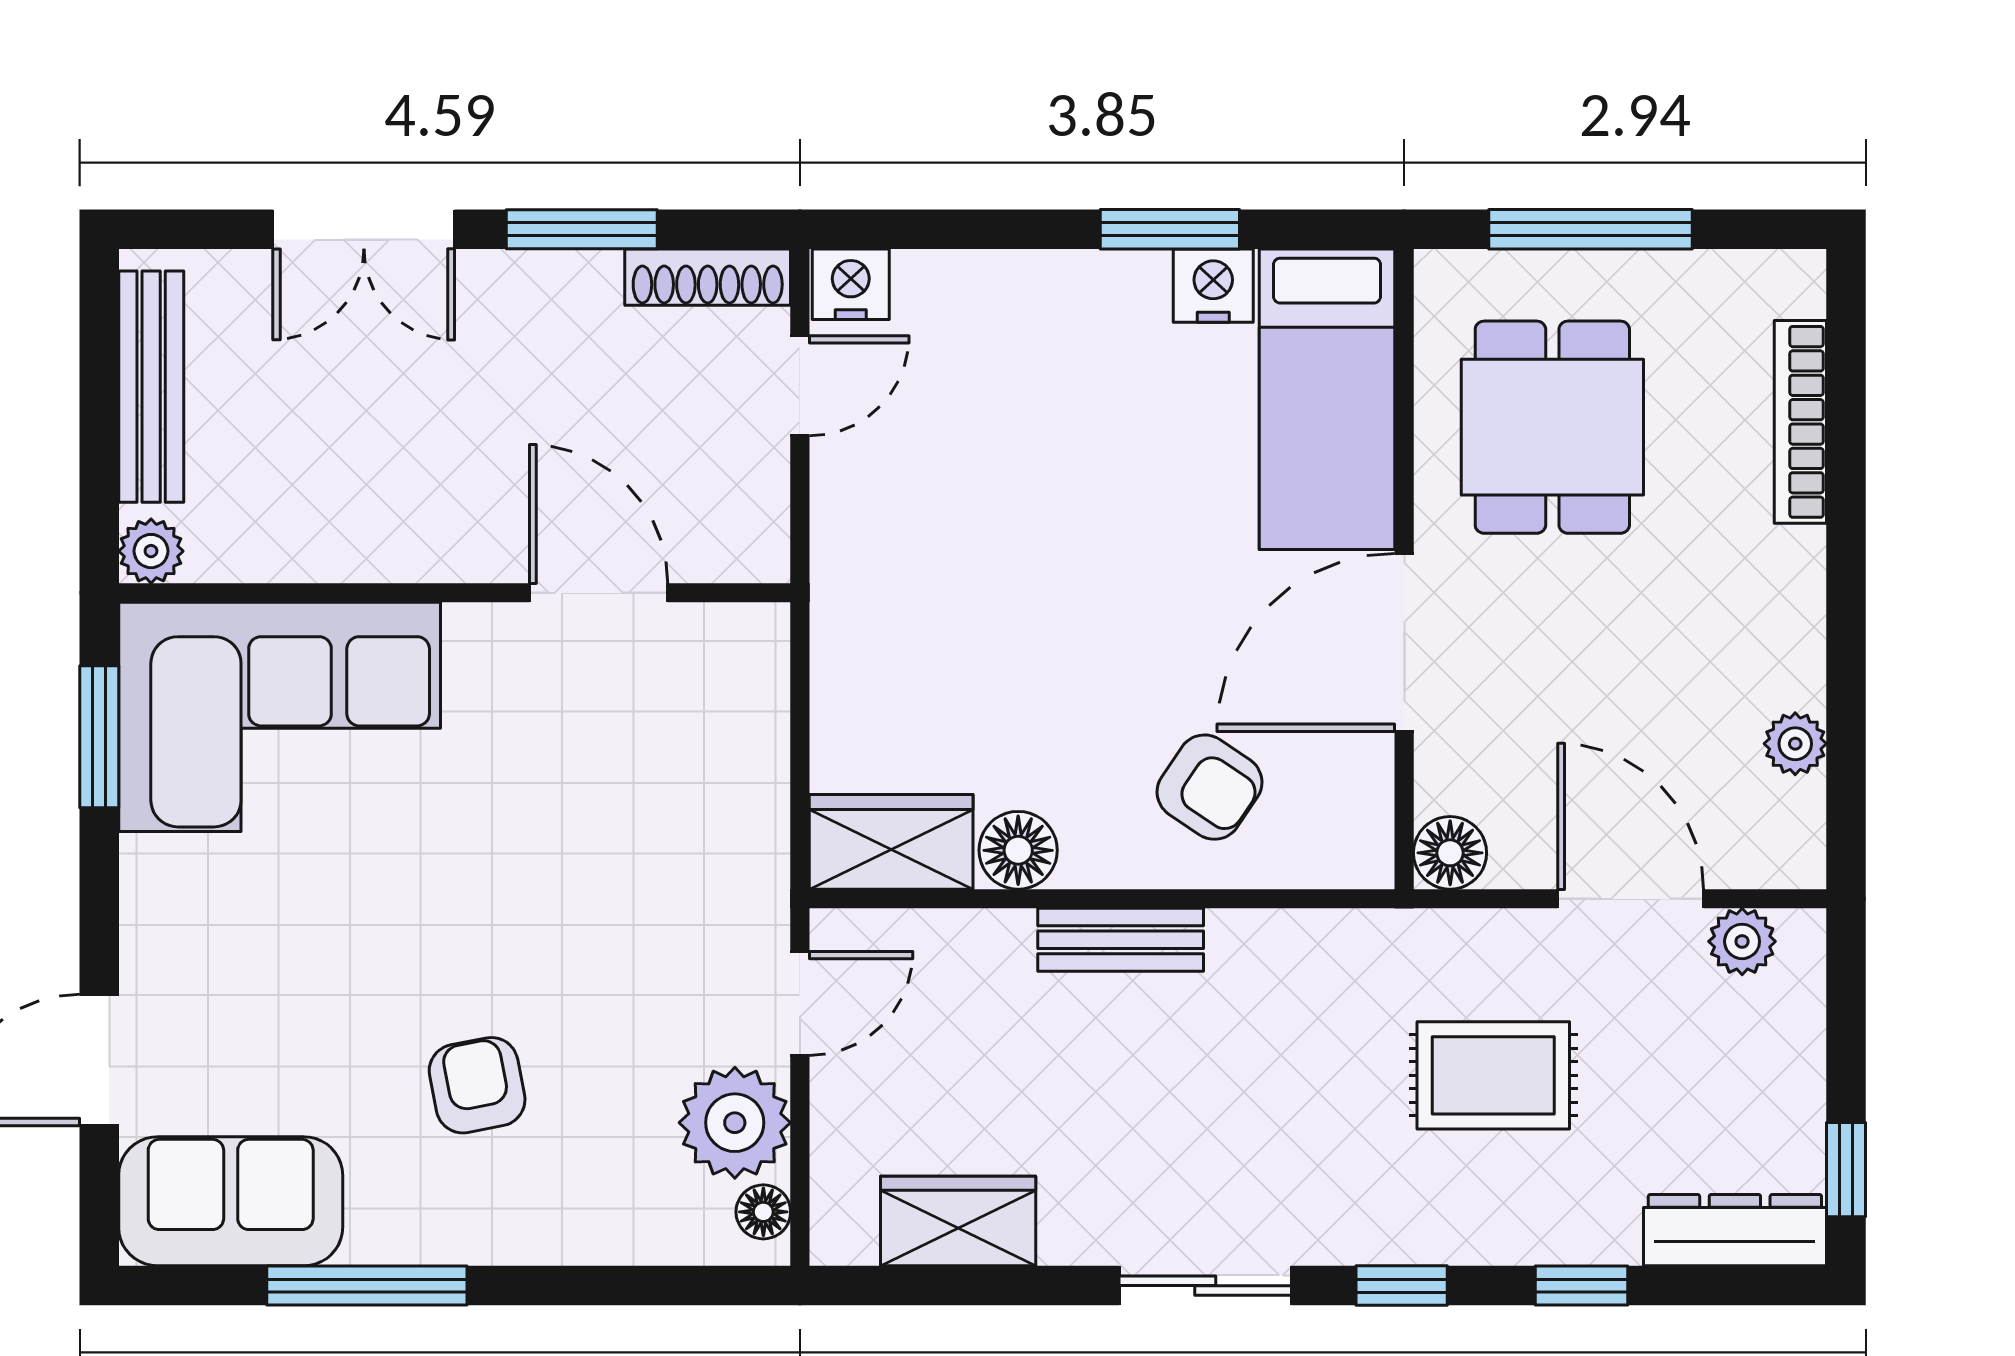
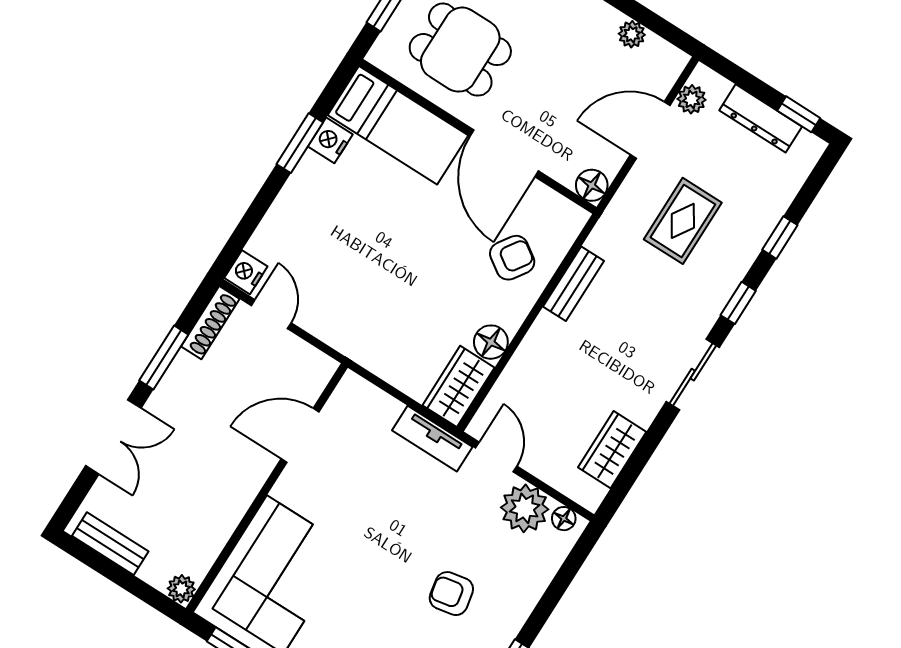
bench: (151, 387) -> (110, 544), width x0.73
tv unit: (756, 855) -> (432, 439), added
bench: (1121, 940) -> (574, 284), moved
dresser: (1735, 1230) -> (761, 118), moved, turned -90

